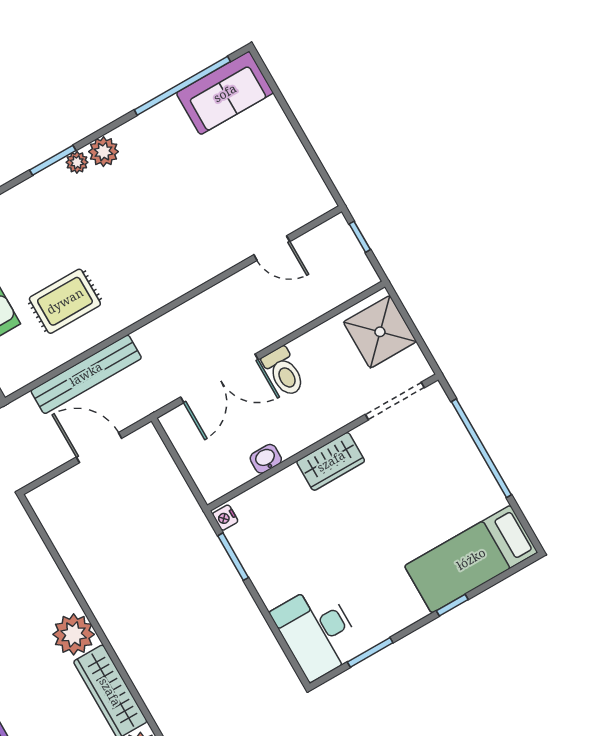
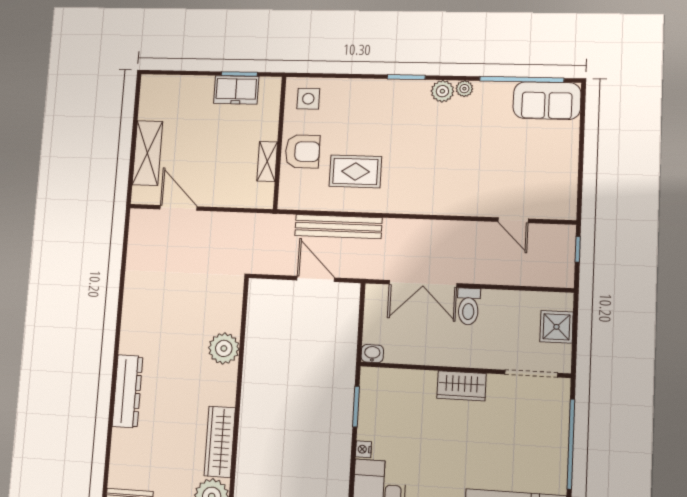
plant: (77, 162) -> (464, 89), moved
shower: (380, 332) -> (556, 327), width x0.73, depth x0.73
washbasin: (266, 459) -> (372, 354), moved
nightstand: (225, 518) -> (363, 449), moved
plant: (74, 634) -> (224, 348), moved

